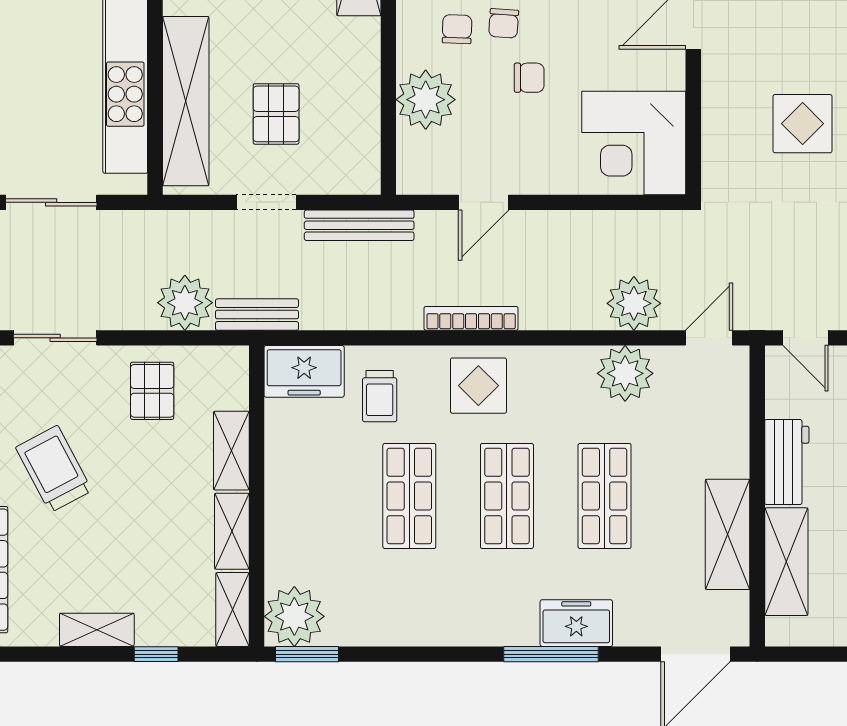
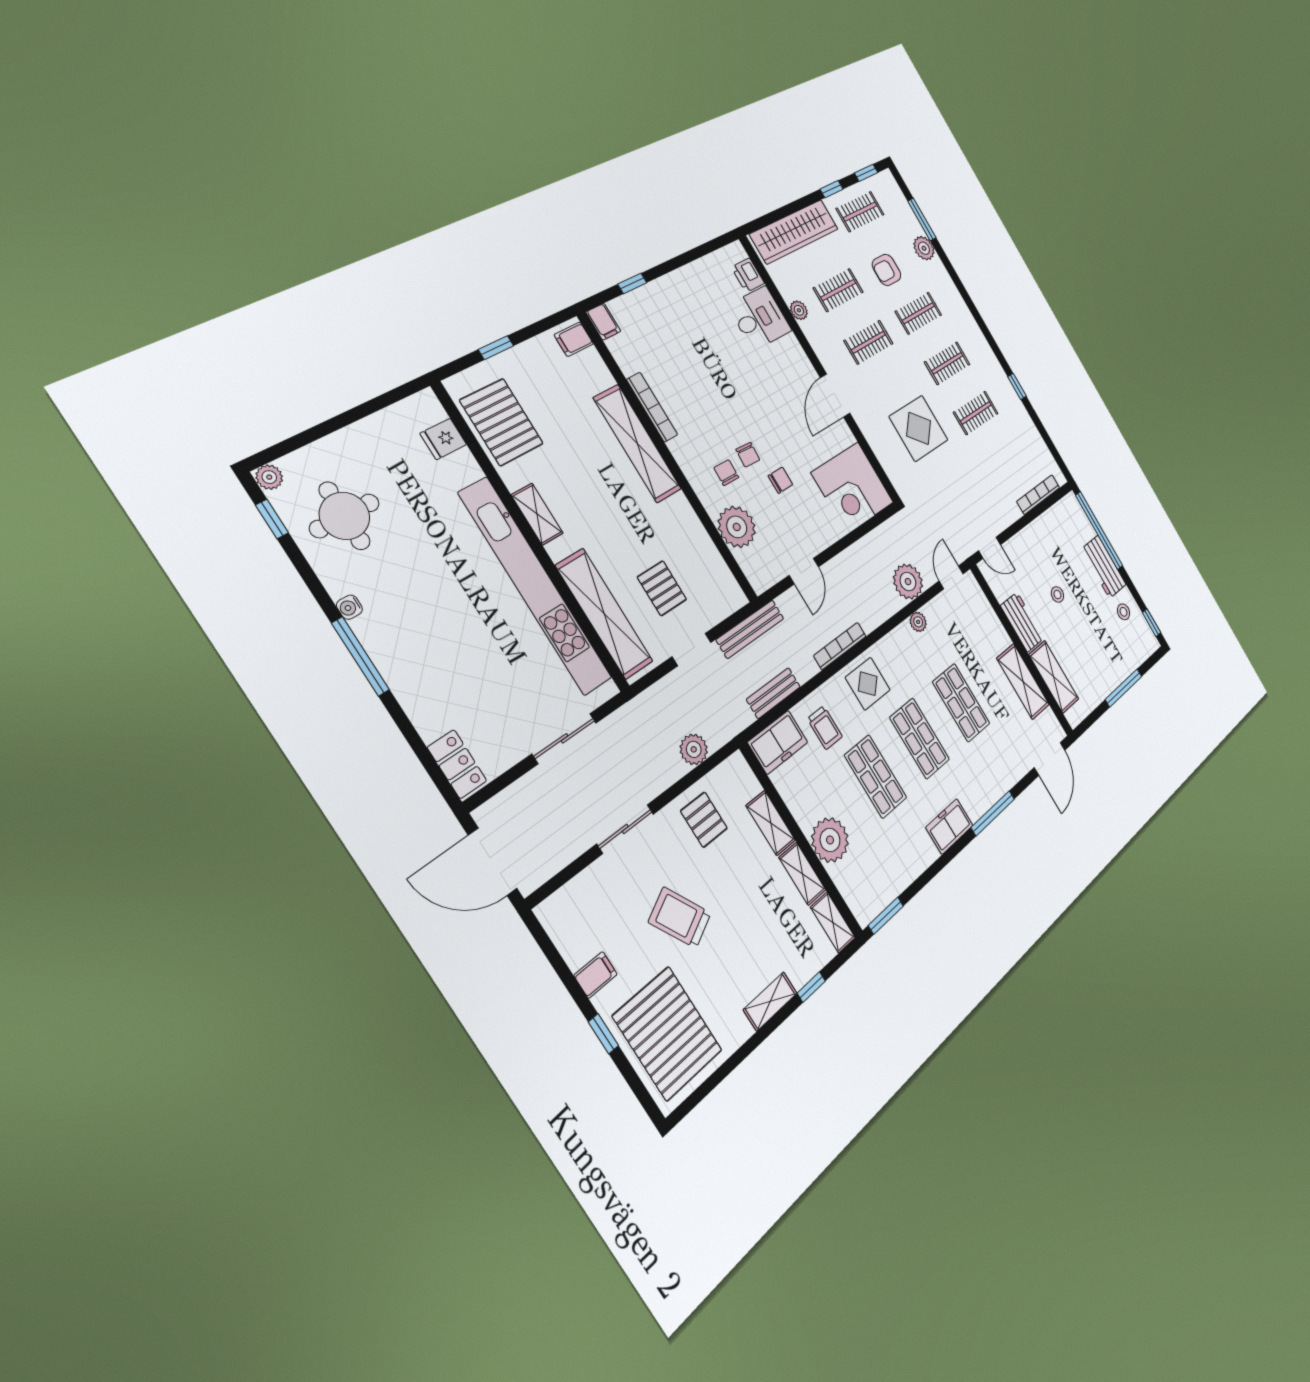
display table: (803, 124) -> (919, 428), width x1.36, depth x1.36
plant: (185, 303) -> (694, 749), width x0.73, depth x0.73
bench: (257, 315) -> (773, 693), moved
plant: (625, 373) -> (918, 622), width x0.53, depth x0.53
plant: (294, 616) -> (830, 840), moved
freezer: (576, 623) -> (949, 826), moved

